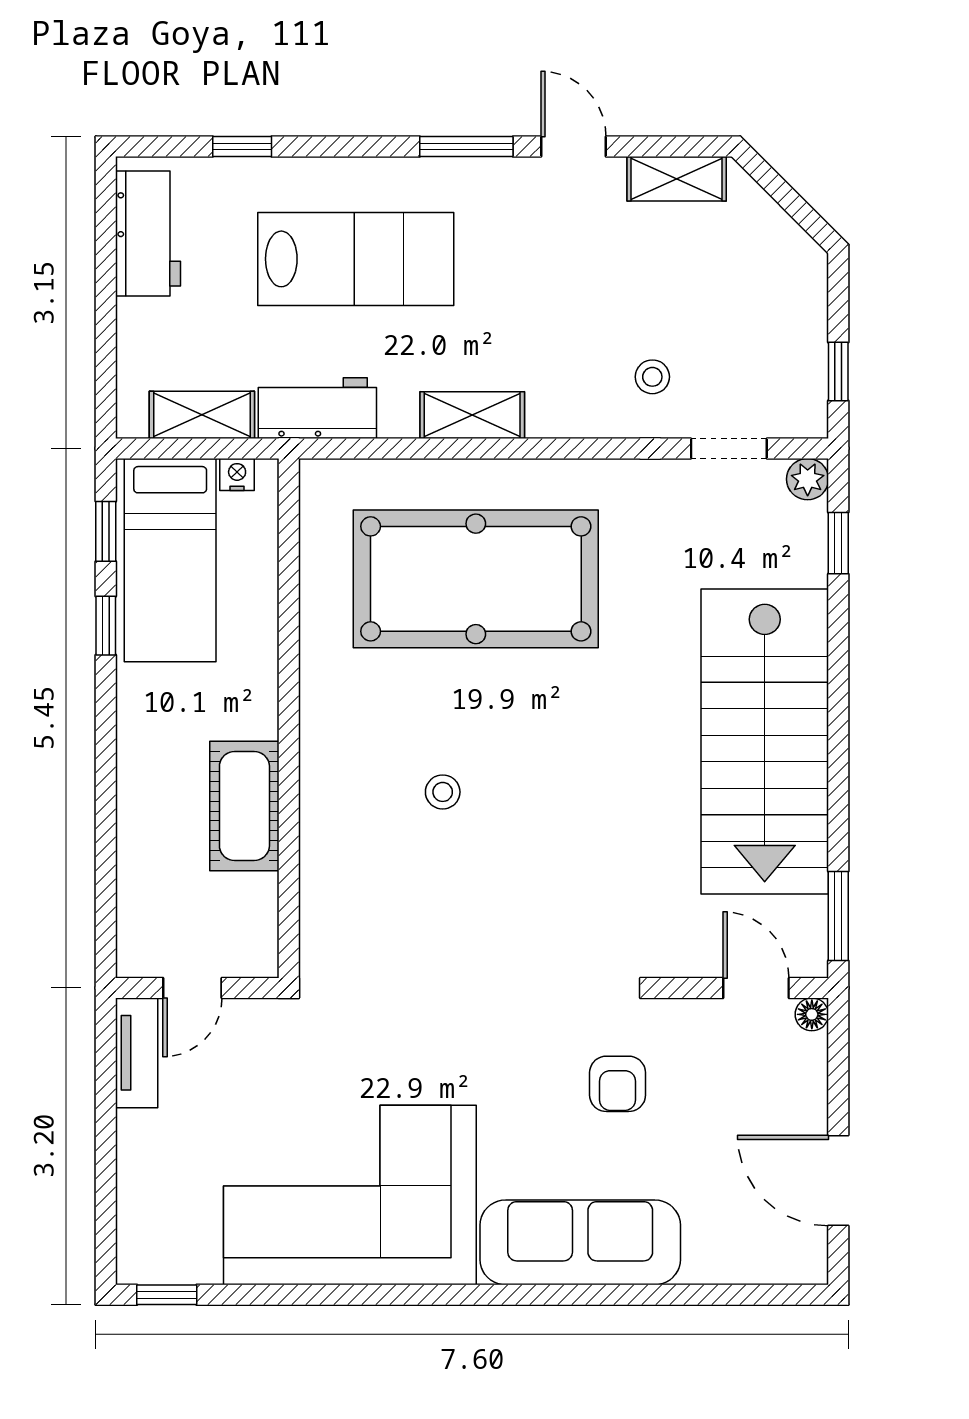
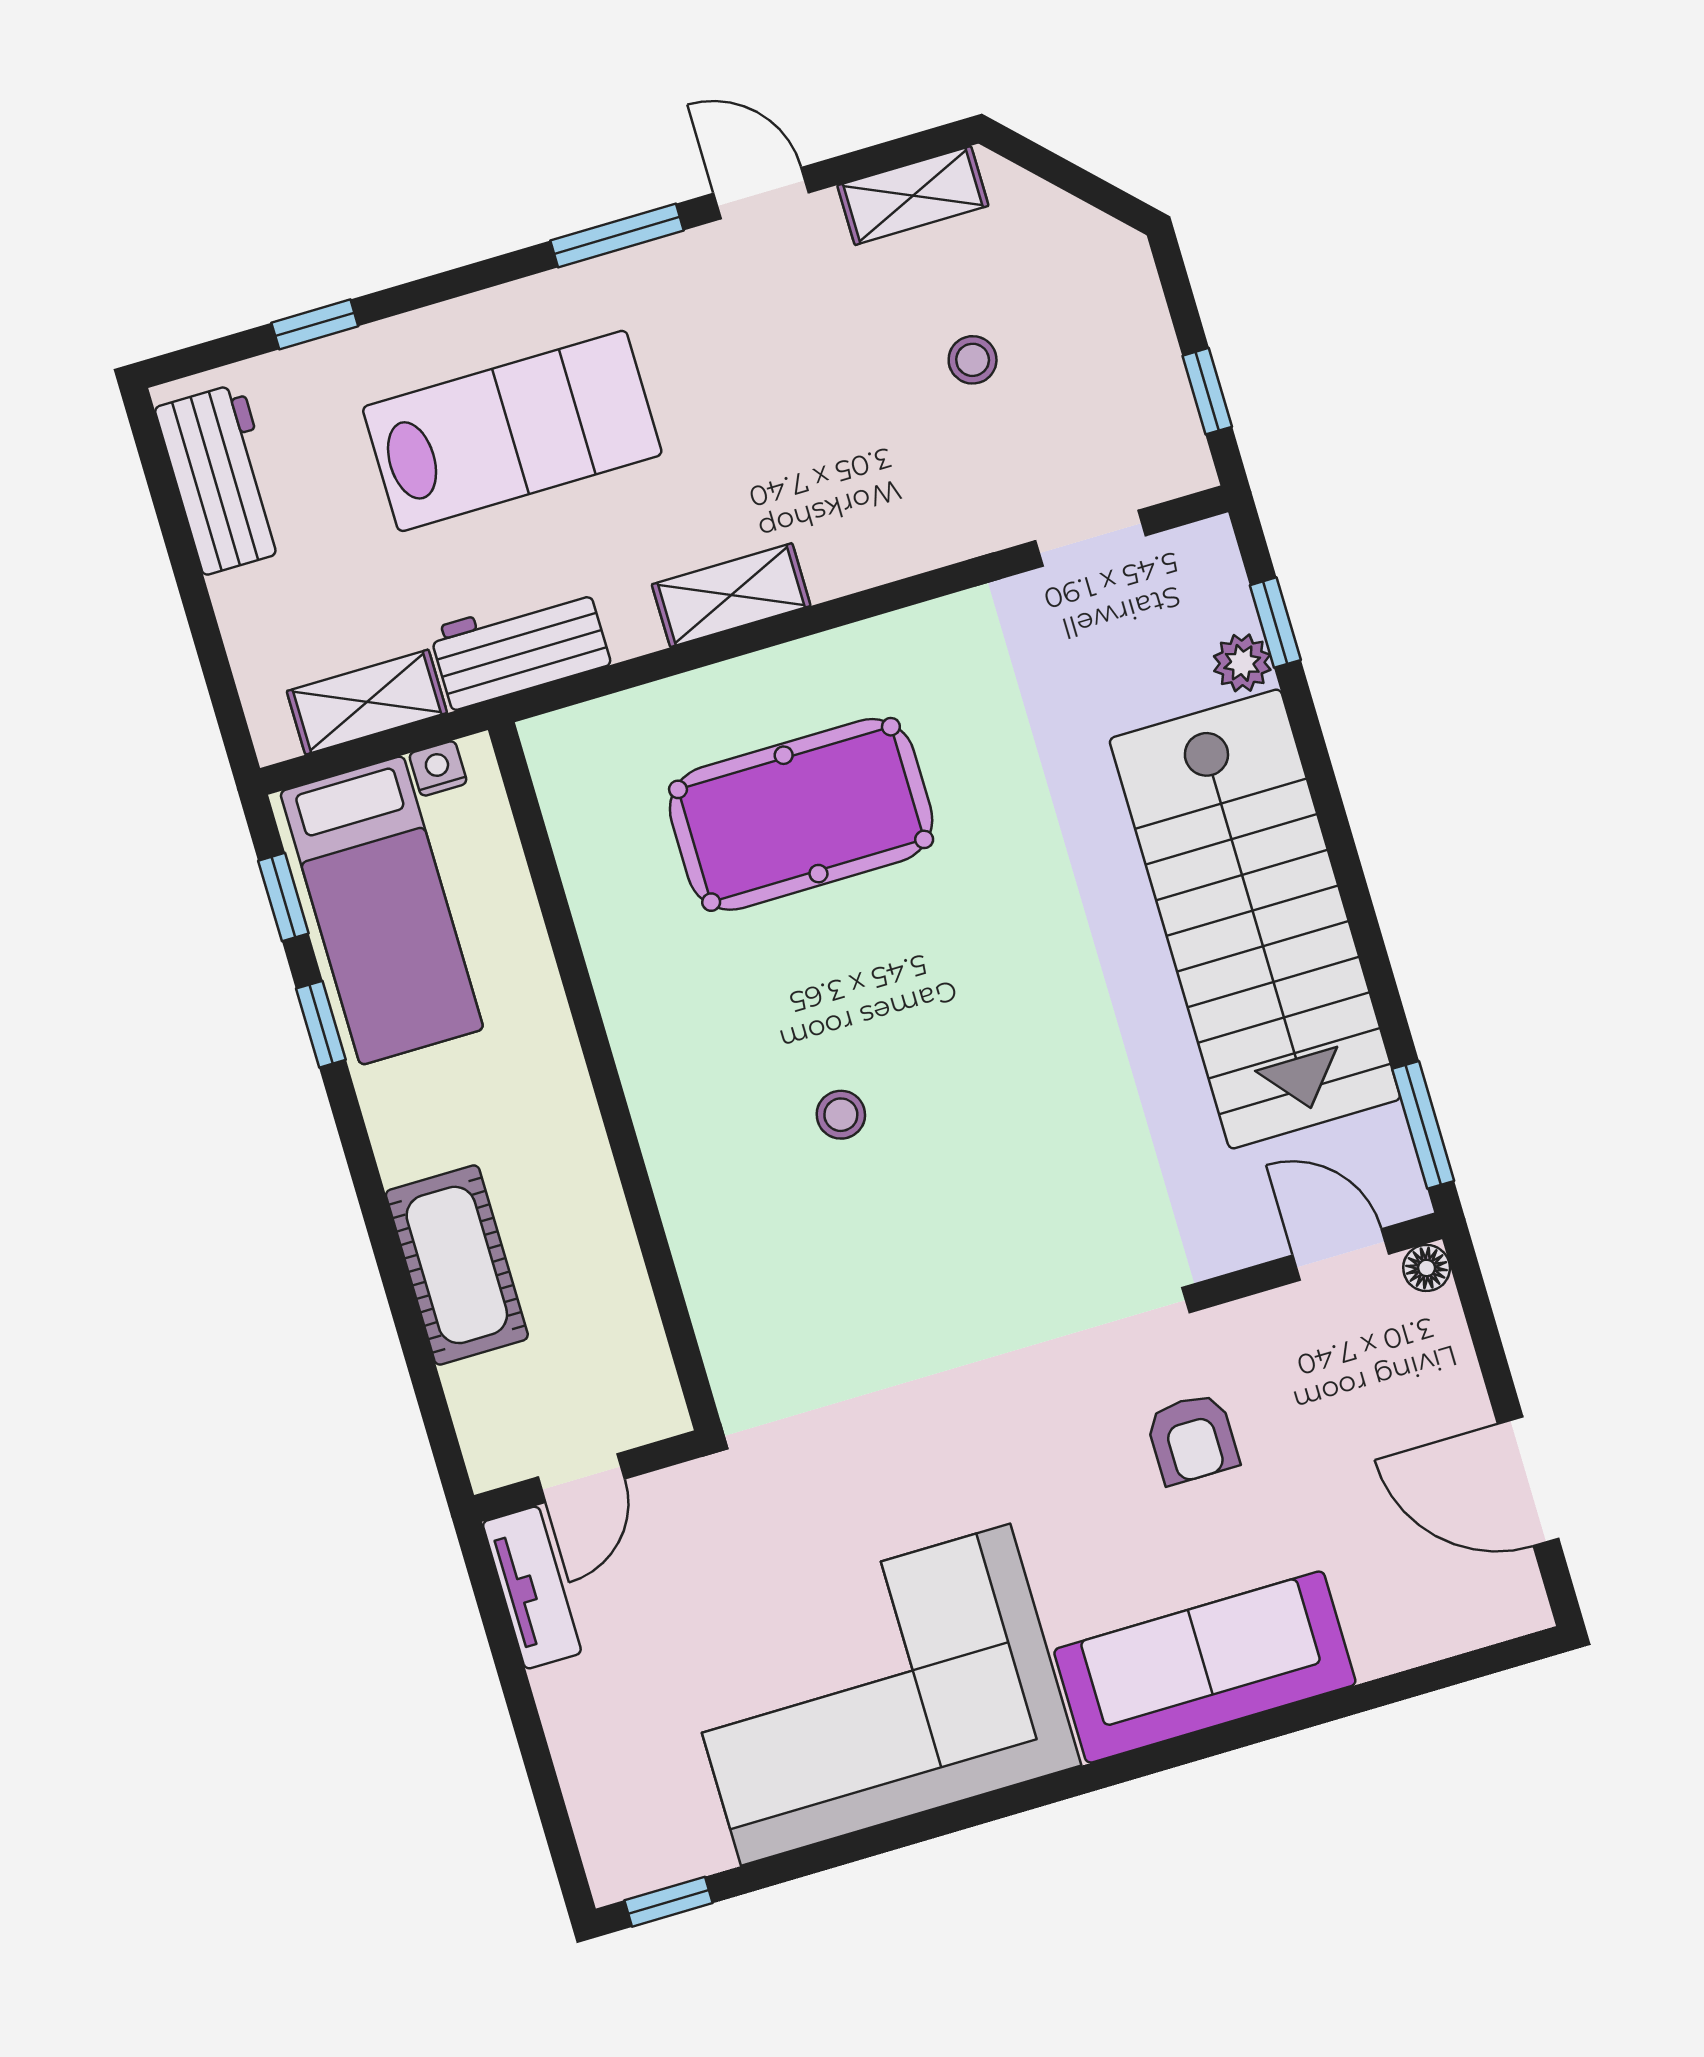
stool: (652, 377) -> (973, 360), moved
plant: (808, 479) -> (1242, 663), moved
pool table: (476, 579) -> (801, 814), width x0.73, depth x0.76
cot: (244, 806) -> (457, 1265), moved

